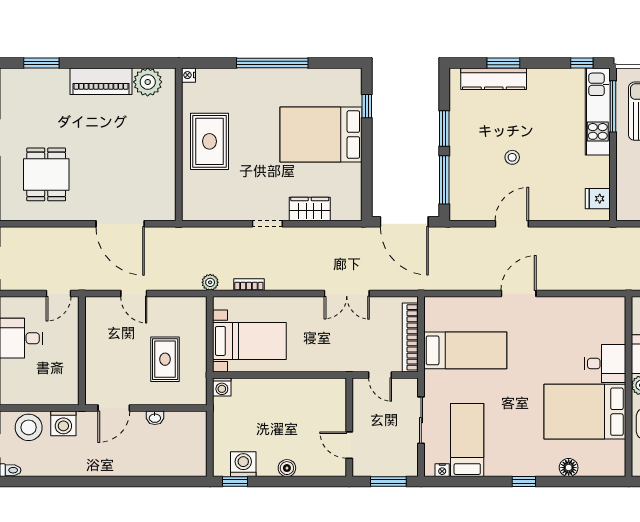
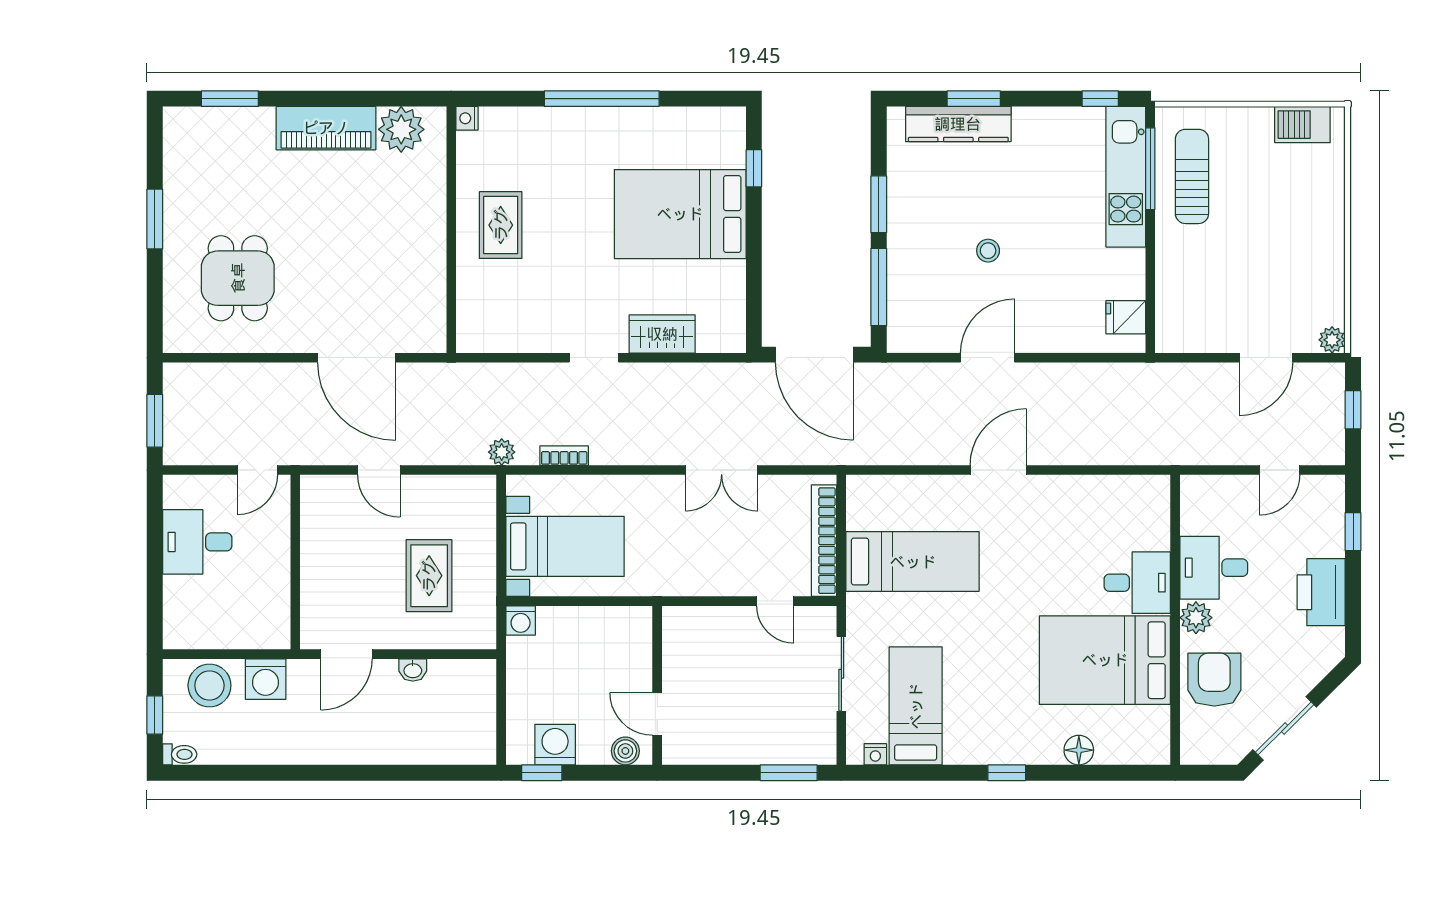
rug: (209, 141) -> (501, 225), width x0.73, depth x0.70
wall: (349, 427) -> (657, 685), moved
door: (349, 445) -> (657, 714), moved

